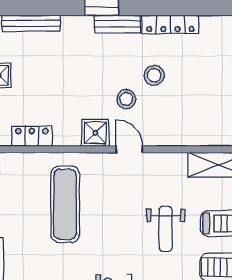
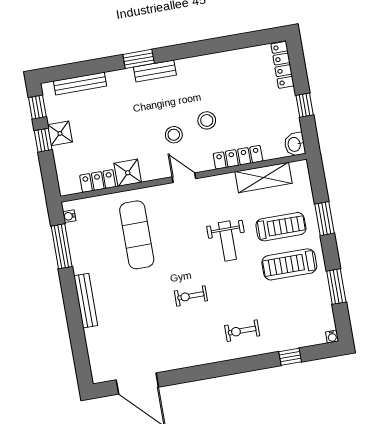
locker: (170, 24) -> (238, 157), moved, turned 180
stool: (154, 75) -> (207, 120), moved
shower: (95, 133) -> (128, 173), moved

